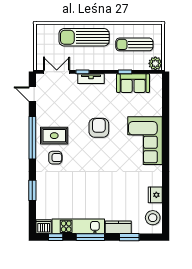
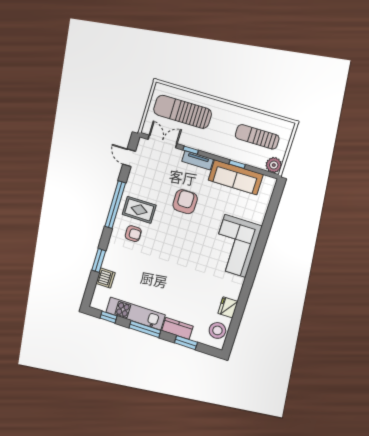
sun lounger: (84, 37) -> (182, 112), moved
sofa: (133, 83) -> (236, 177), width x1.36
armchair: (99, 128) -> (185, 202), moved
dishwasher: (44, 227) -> (106, 278), moved, turned 90

